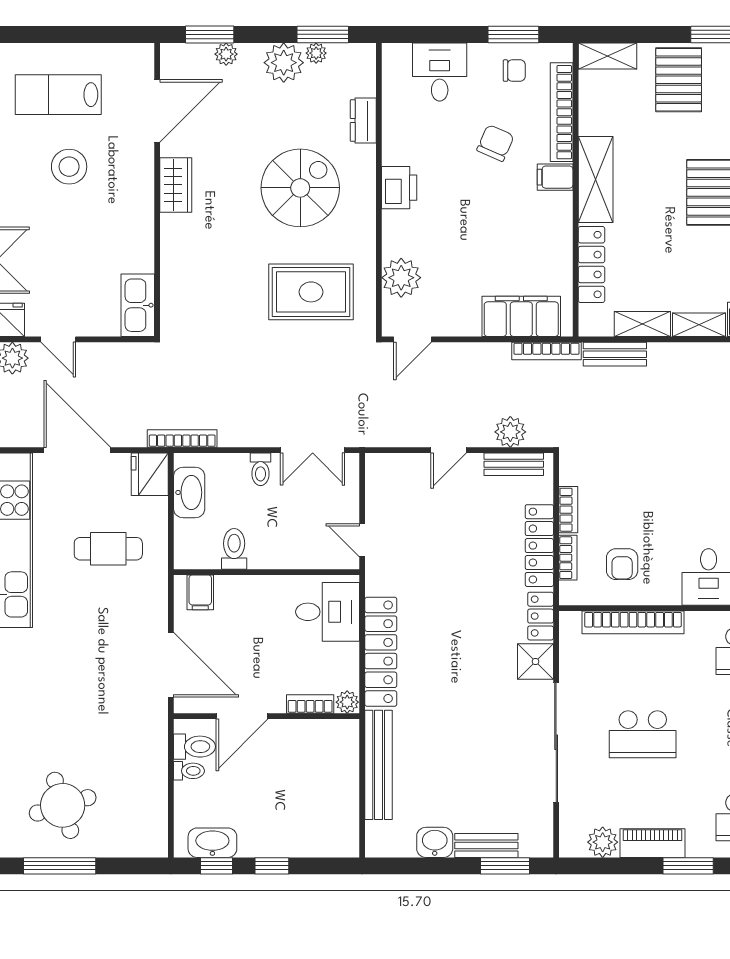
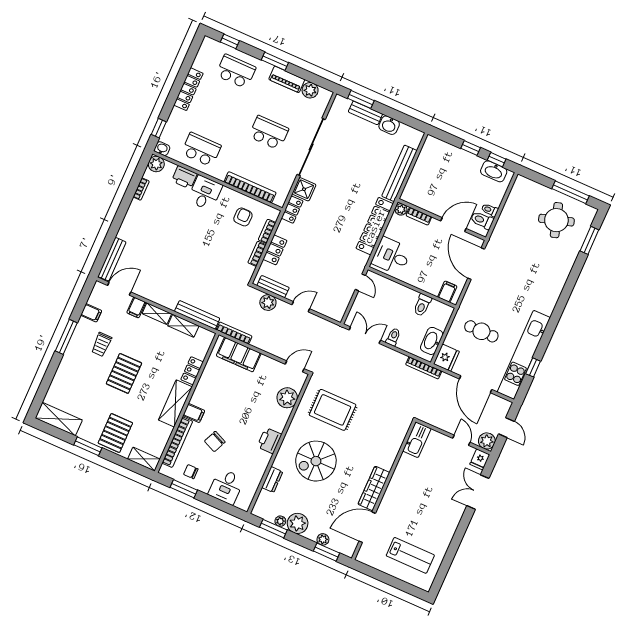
stool: (69, 167) -> (420, 519), removed
wardrobe: (176, 185) -> (374, 488), width x1.50
locker: (591, 265) -> (192, 371), width x0.66
bench: (615, 354) -> (197, 315), width x1.36
locker: (539, 546) -> (275, 250), width x0.66

